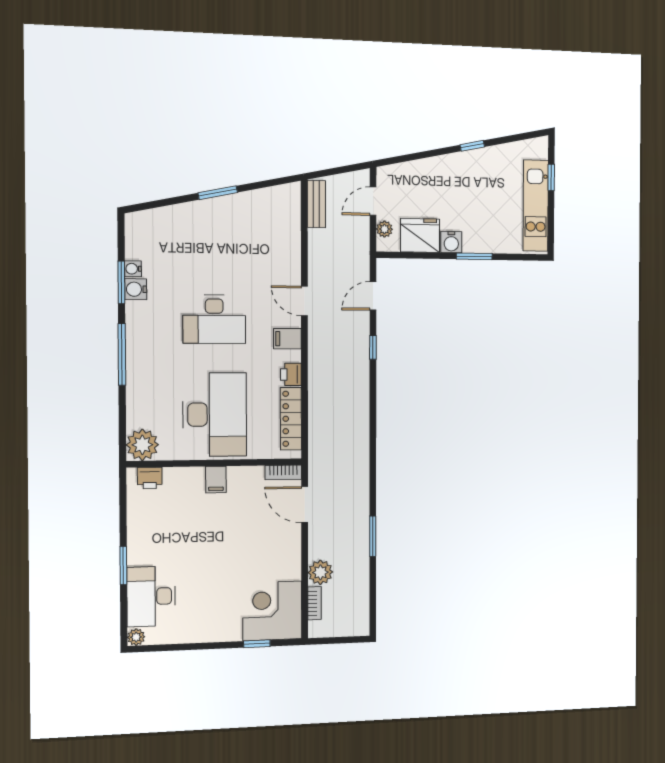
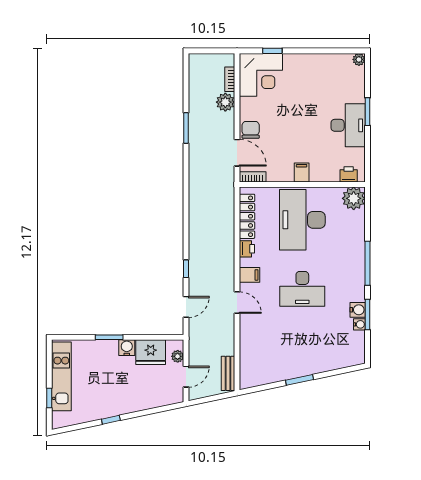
desk: (214, 319) -> (302, 289), turned 180
chair: (286, 536) -> (251, 130), added
desk: (151, 596) -> (348, 125), moved

